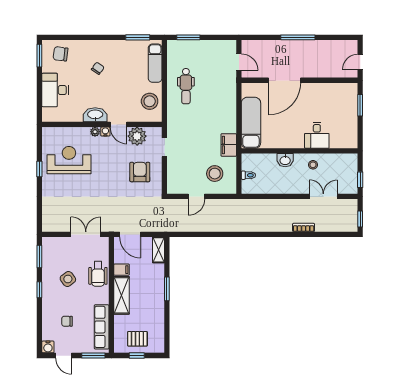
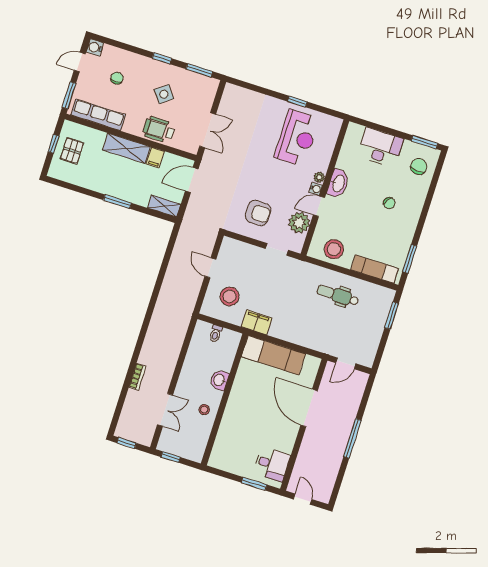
desk: (317, 135) -> (272, 464), moved, turned 180

